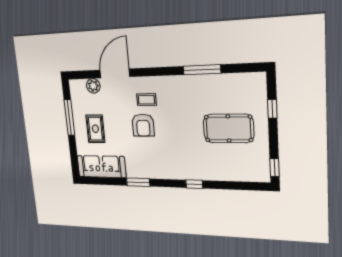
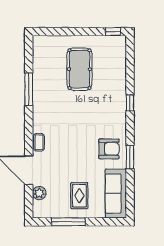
coffee table: (146, 100) -> (39, 142), moved
window: (272, 109) -> (63, 32), removed
armchair: (143, 125) -> (109, 149), moved
rug: (95, 129) -> (79, 196), turned 90

